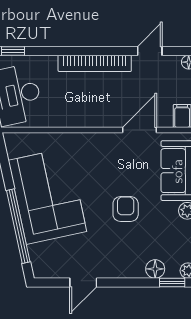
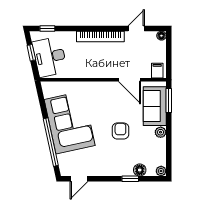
door: (140, 130) -> (130, 80), swing flipped
door: (83, 282) -> (79, 179), moved
window: (172, 282) -> (130, 179), moved

